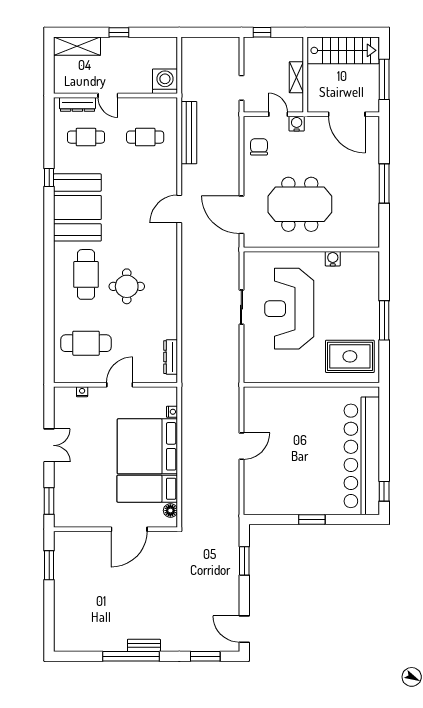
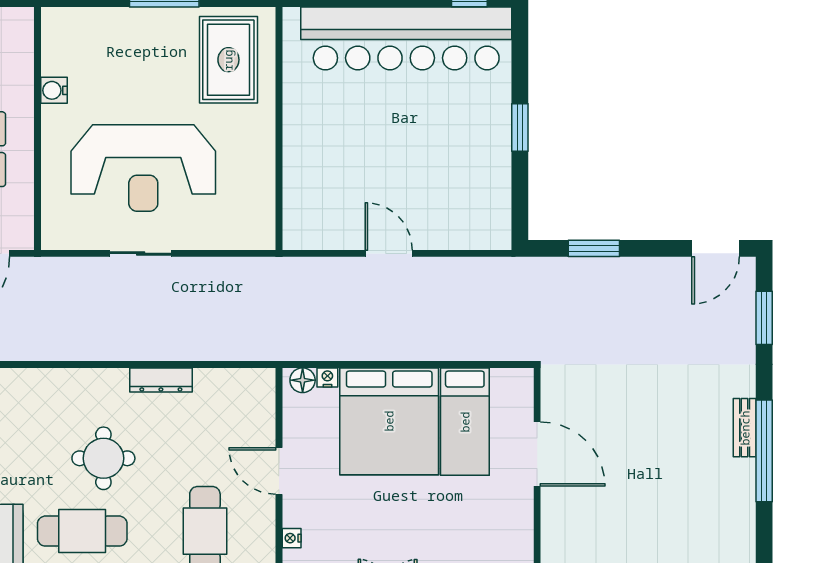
dresser: (171, 357) -> (161, 380), moved
floor lamp: (170, 511) -> (303, 380), moved

